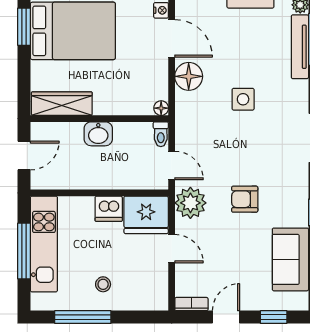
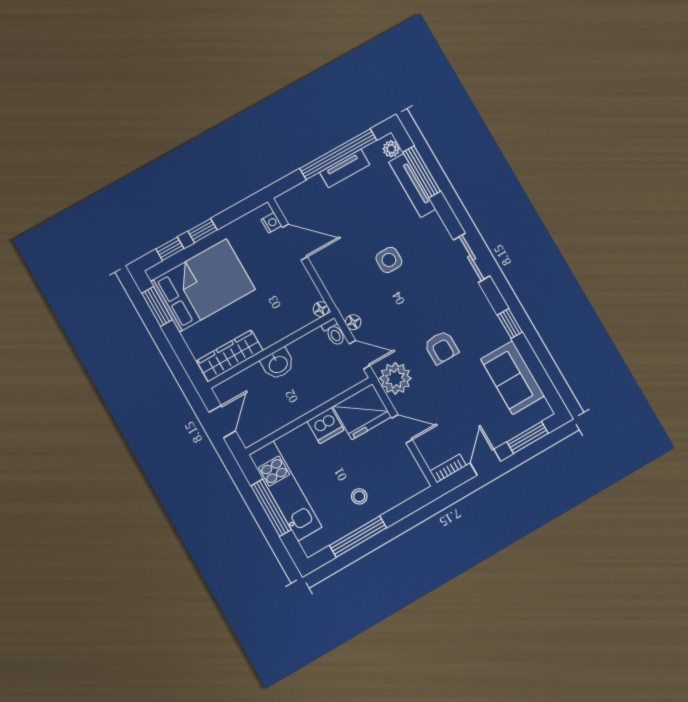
floor lamp: (189, 76) -> (353, 322), moved, width x0.53, depth x0.53
armchair: (245, 199) -> (441, 347), turned -90
window: (274, 317) -> (527, 438), width x1.50

